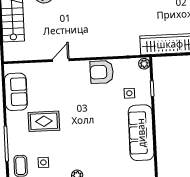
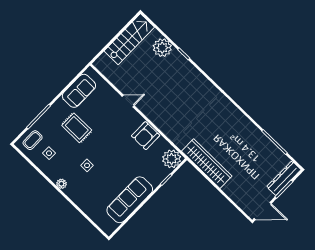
plant: (144, 64) -> (172, 159), width x1.87, depth x1.87
armchair: (102, 72) -> (146, 136), turned -90
side table: (129, 93) -> (87, 165), moved

